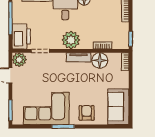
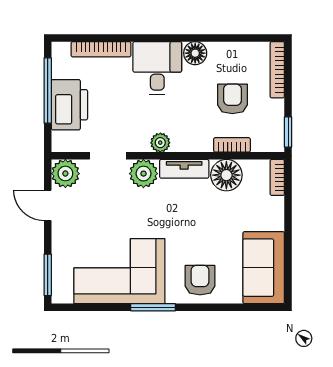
armchair: (103, 22) -> (232, 99), added
printer: (21, 36) -> (69, 105), moved
plant: (71, 40) -> (160, 143), width x0.53, depth x0.53
plant: (58, 60) -> (143, 174), added

